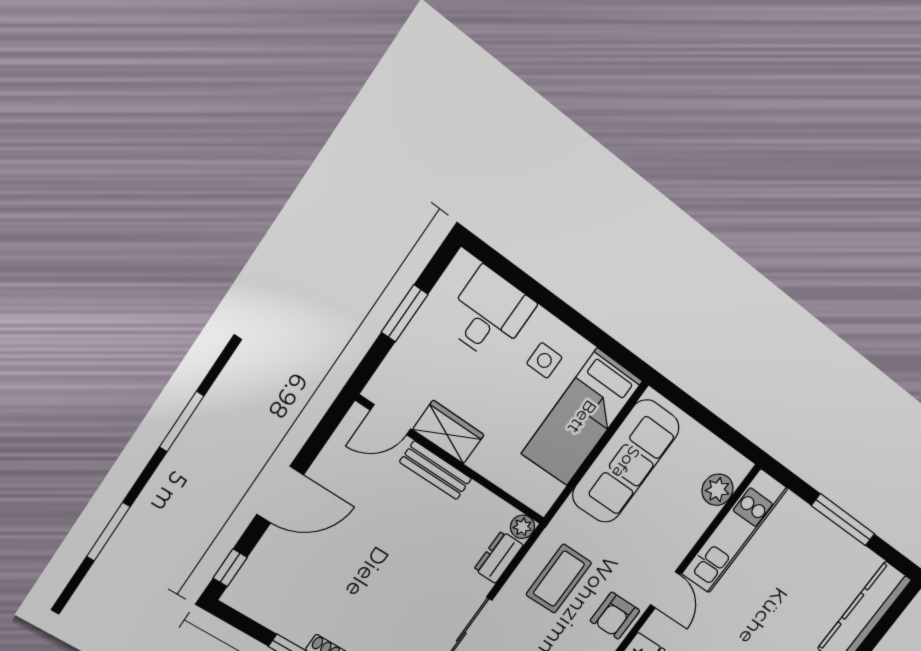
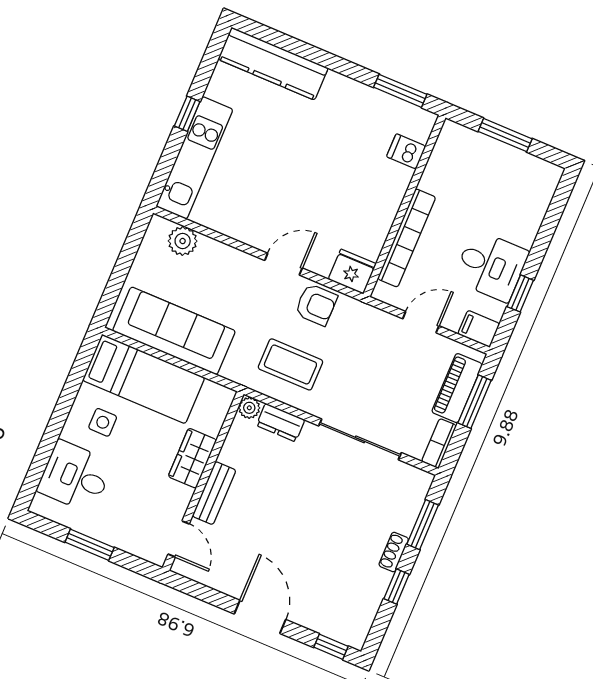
wardrobe: (448, 432) -> (192, 458), moved
window: (843, 520) -> (187, 114), width x0.46
kitchen unit: (735, 531) -> (194, 158), moved, turned 90

